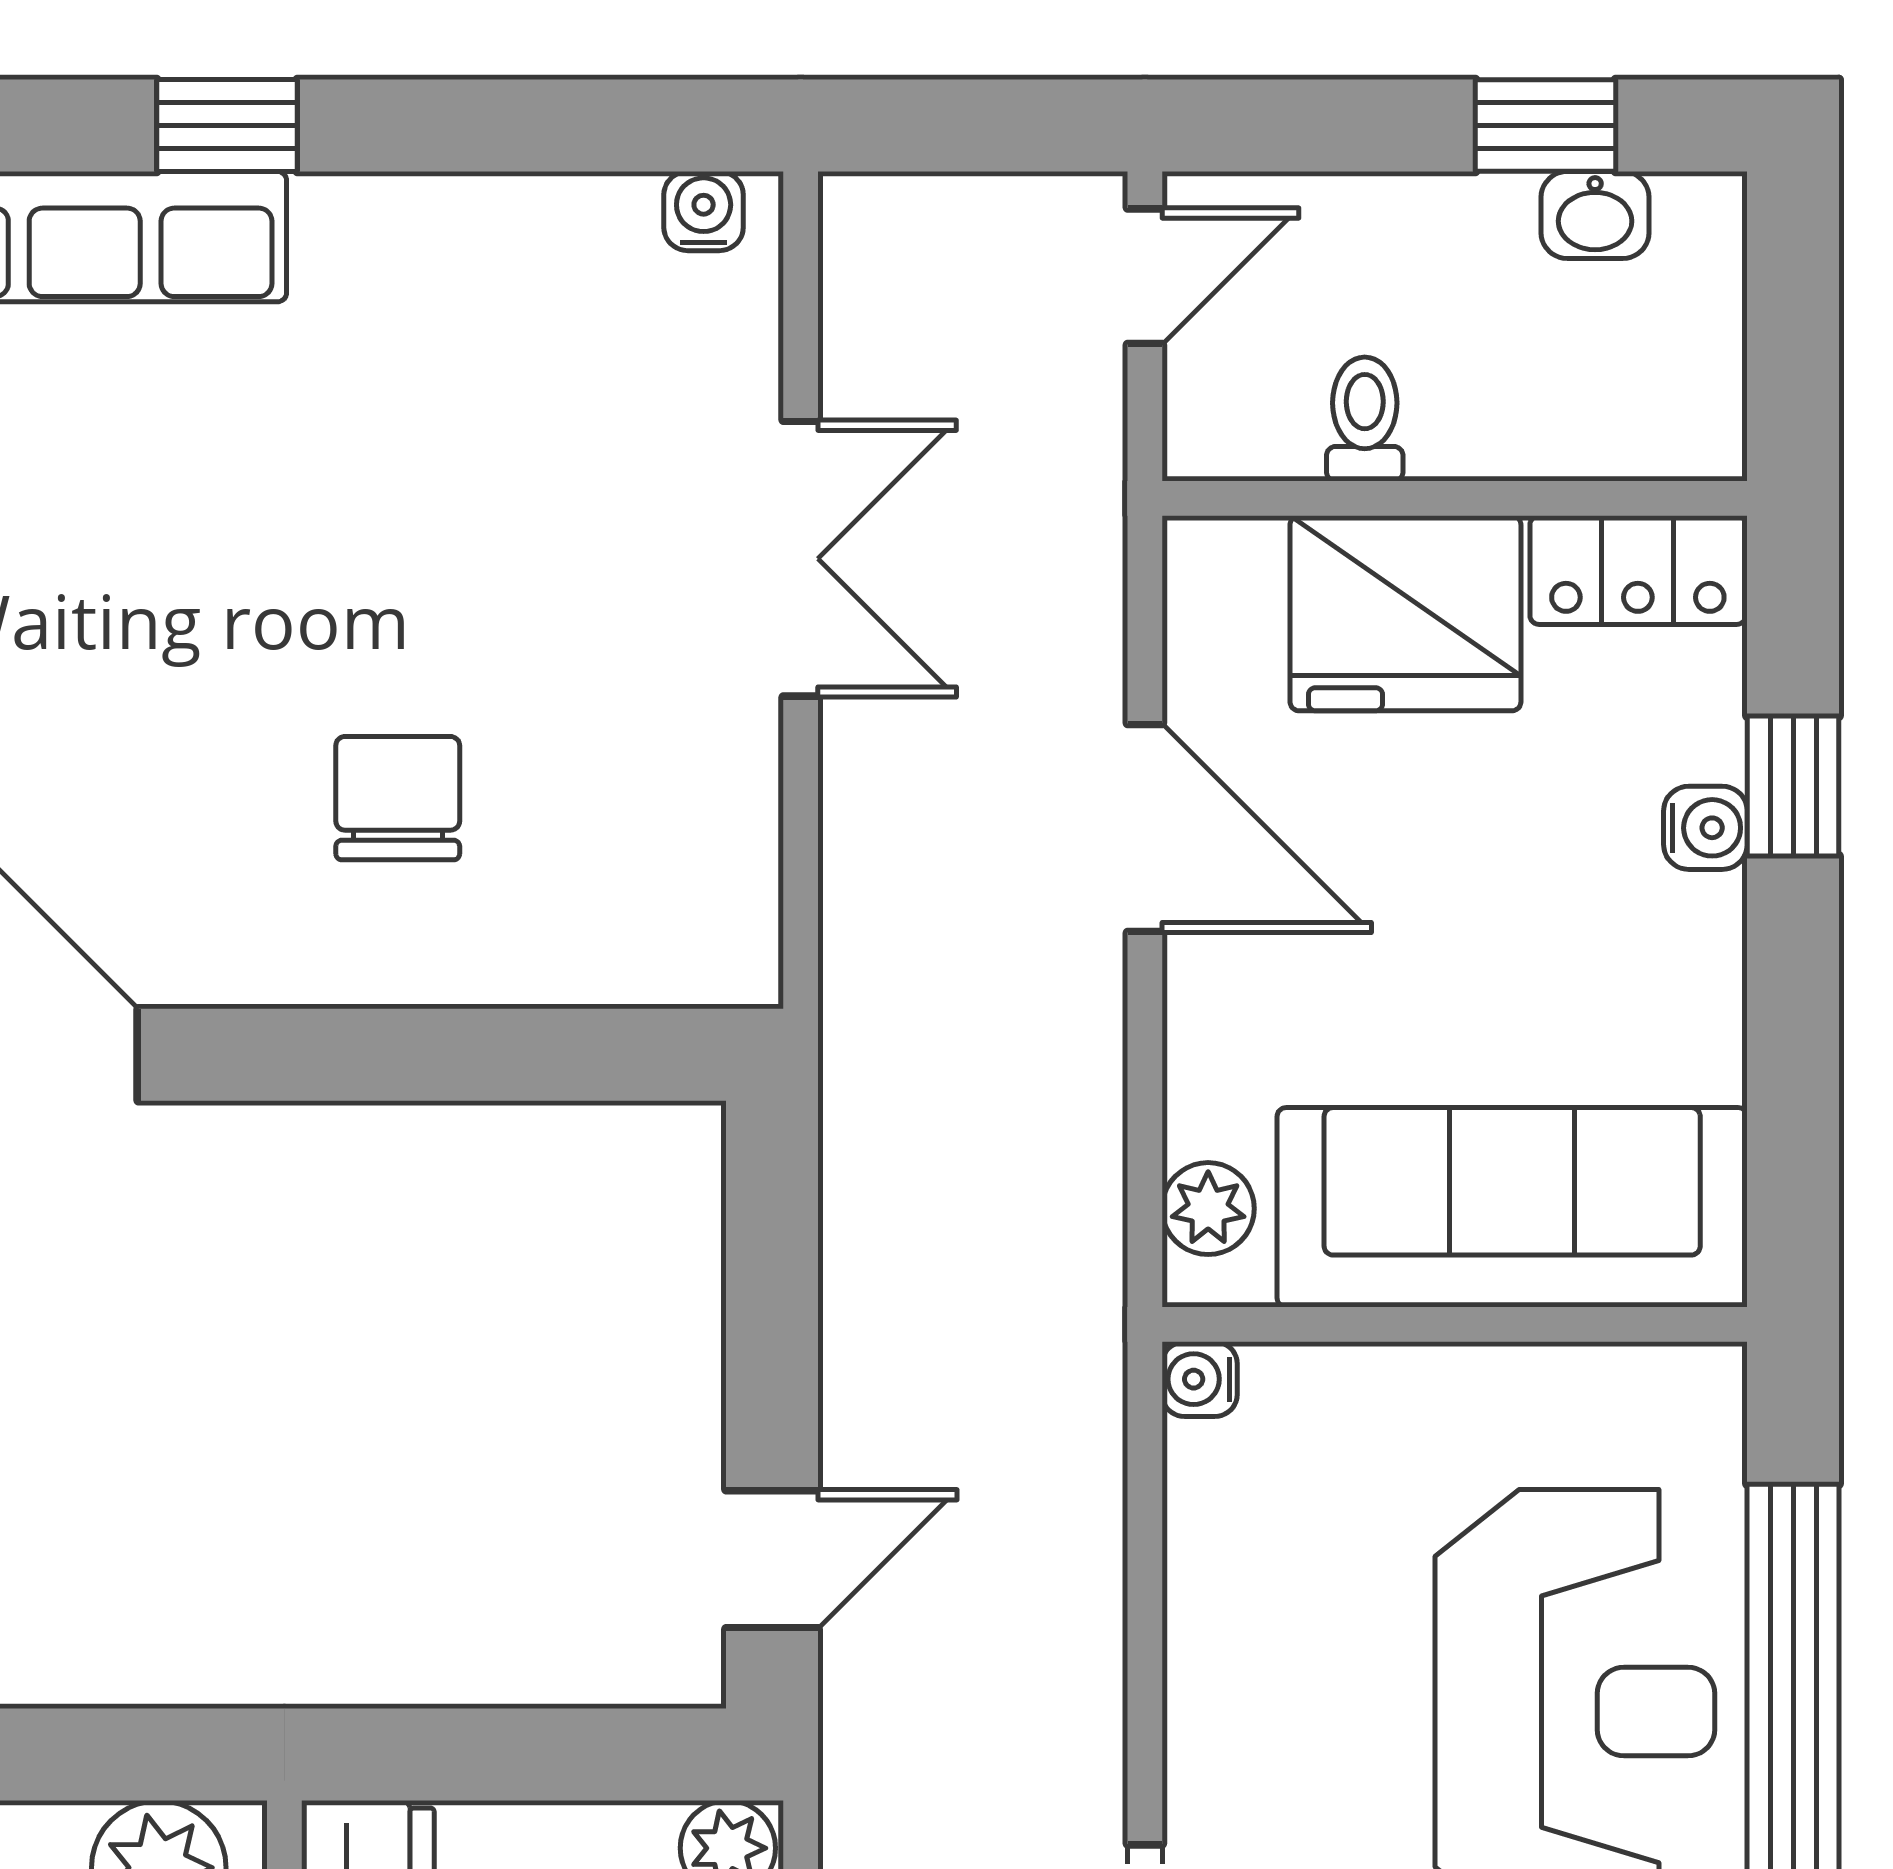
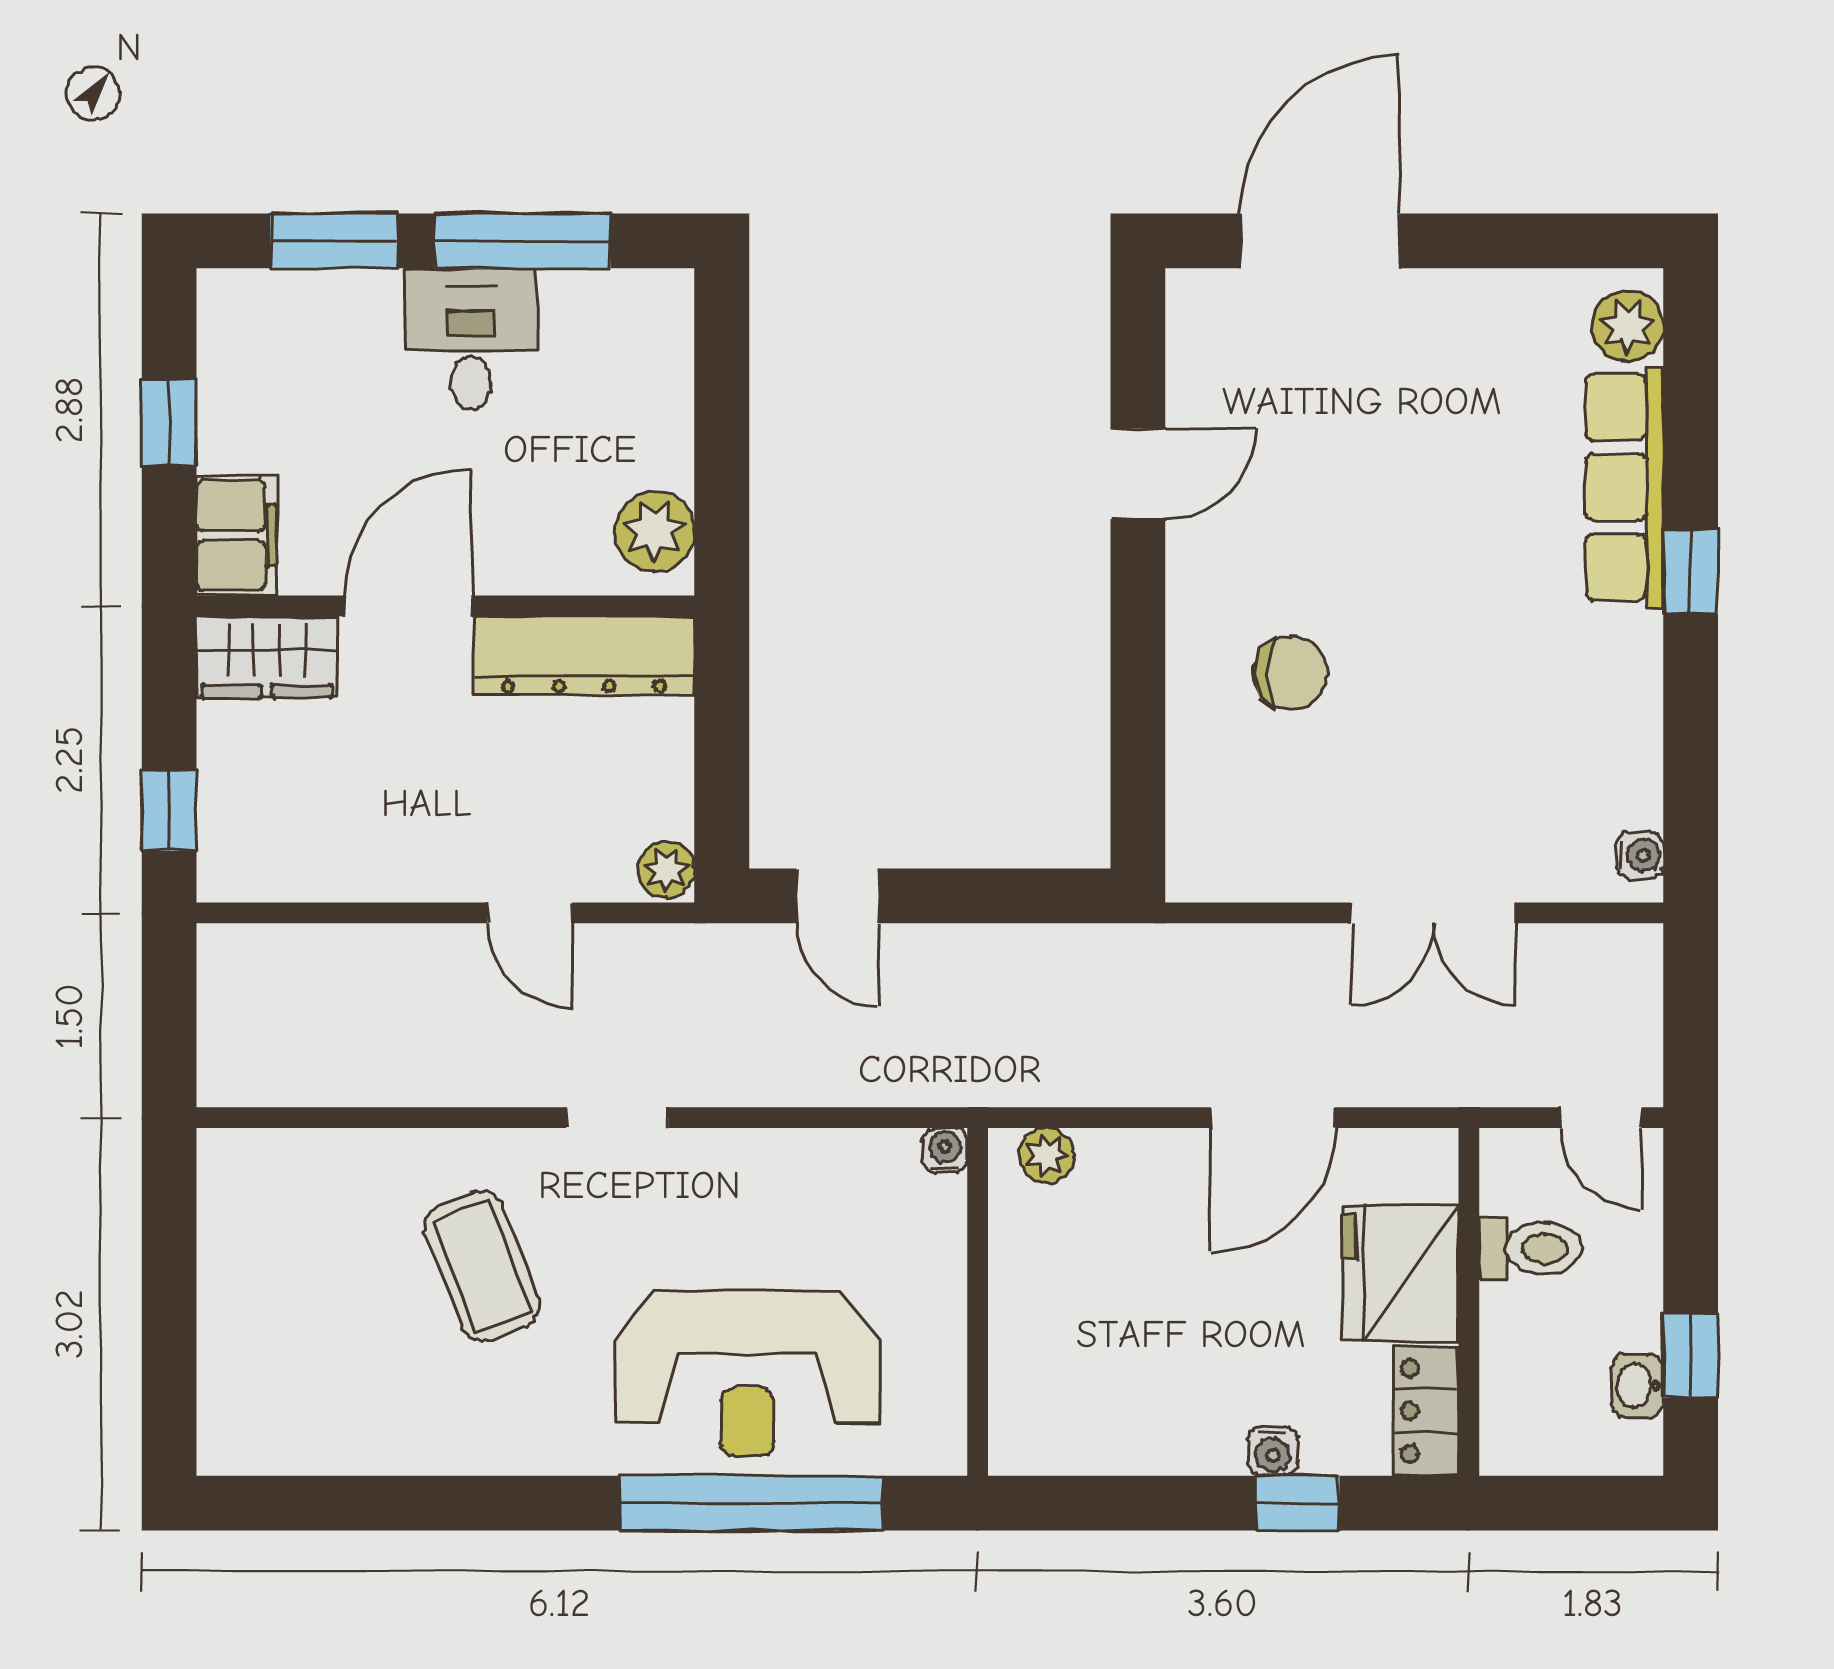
toilet: (1365, 419) -> (1530, 1248), width x1.37, depth x1.39
sofa: (1512, 1207) -> (1047, 1336), removed

